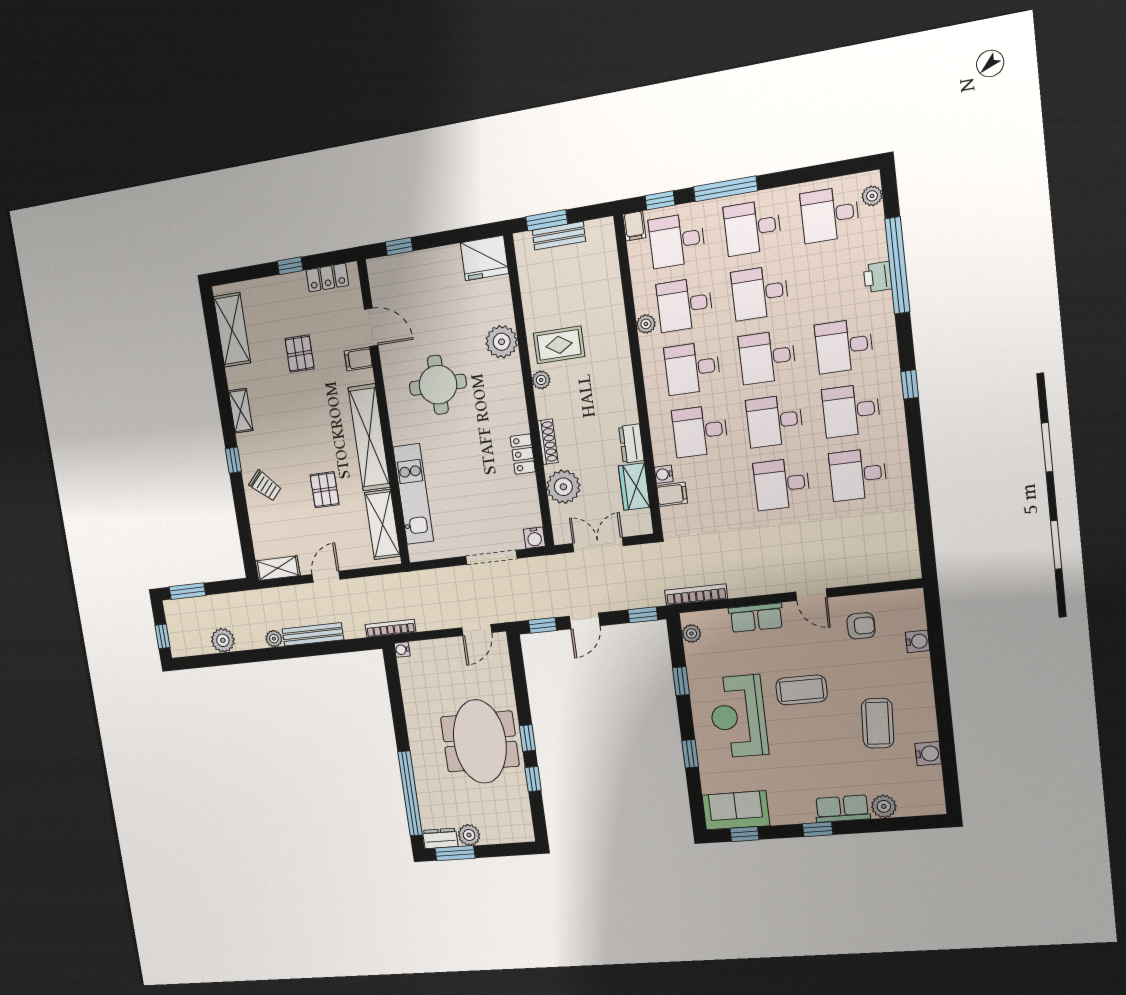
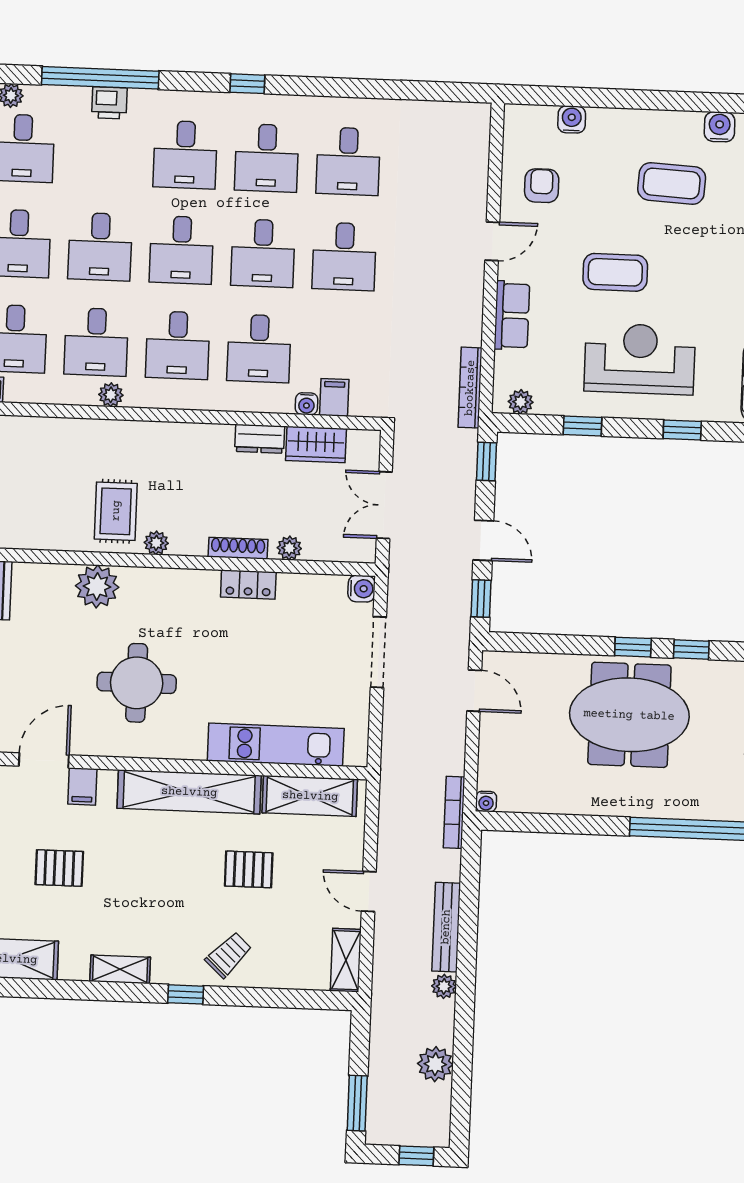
plant: (563, 487) -> (289, 548), width x0.53, depth x0.53
coffee table: (802, 690) -> (615, 272), turned 90
reception desk: (738, 716) -> (640, 359), turned 180

